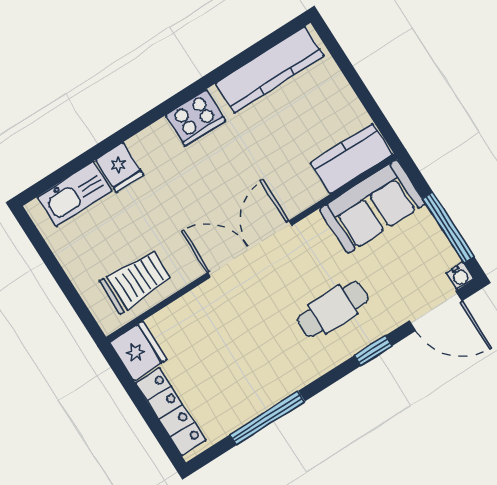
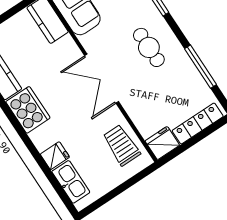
cooker: (195, 118) -> (28, 110), width x1.37, depth x1.31
cafe table: (333, 309) -> (149, 47), moved

